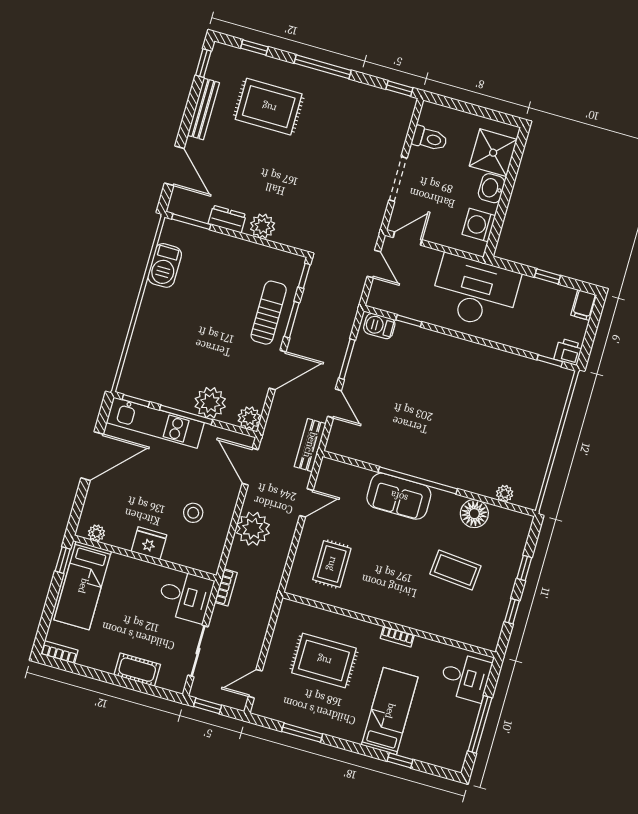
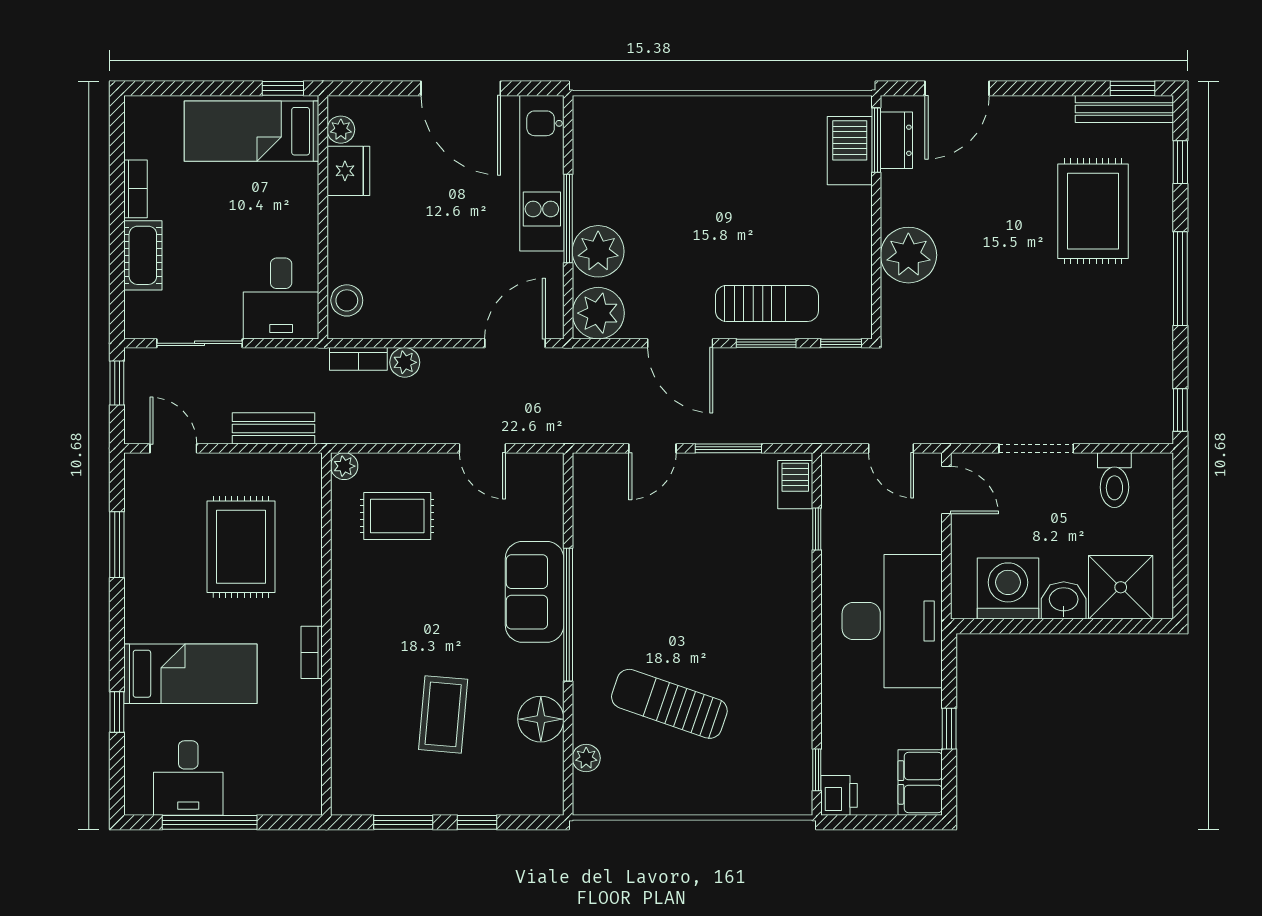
bench: (203, 109) -> (1124, 109), moved
dresser: (227, 219) -> (896, 140), moved
washing machine: (479, 225) -> (1008, 589), width x1.37, depth x1.37
plant: (263, 226) -> (908, 255), width x1.36, depth x1.36
door: (374, 264) -> (891, 448), hinge flipped
barbecue: (165, 265) -> (850, 151), moved, turned 90
filing cabinet: (584, 305) -> (920, 782), width x2.00
window: (136, 401) -> (568, 133), removed
plant: (249, 418) -> (598, 313), width x1.36, depth x1.36
sun lounger: (487, 436) -> (669, 704), added
bench: (310, 445) -> (274, 428), moved
stool: (193, 513) -> (347, 300), moved
plant: (253, 529) -> (405, 362), width x0.53, depth x0.53
fridge: (149, 543) -> (348, 171), moved
bookcase: (226, 587) -> (358, 359), moved
plant: (294, 587) -> (344, 466), added
window: (512, 611) -> (403, 822), width x1.50
bookcase: (59, 652) -> (136, 189), moved
desk: (465, 677) -> (188, 778), moved

